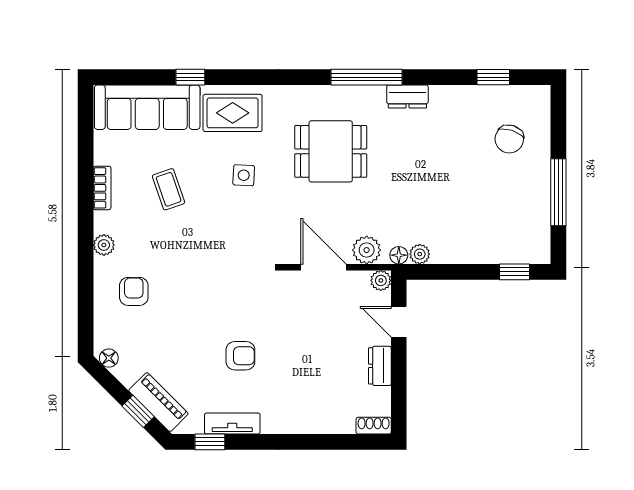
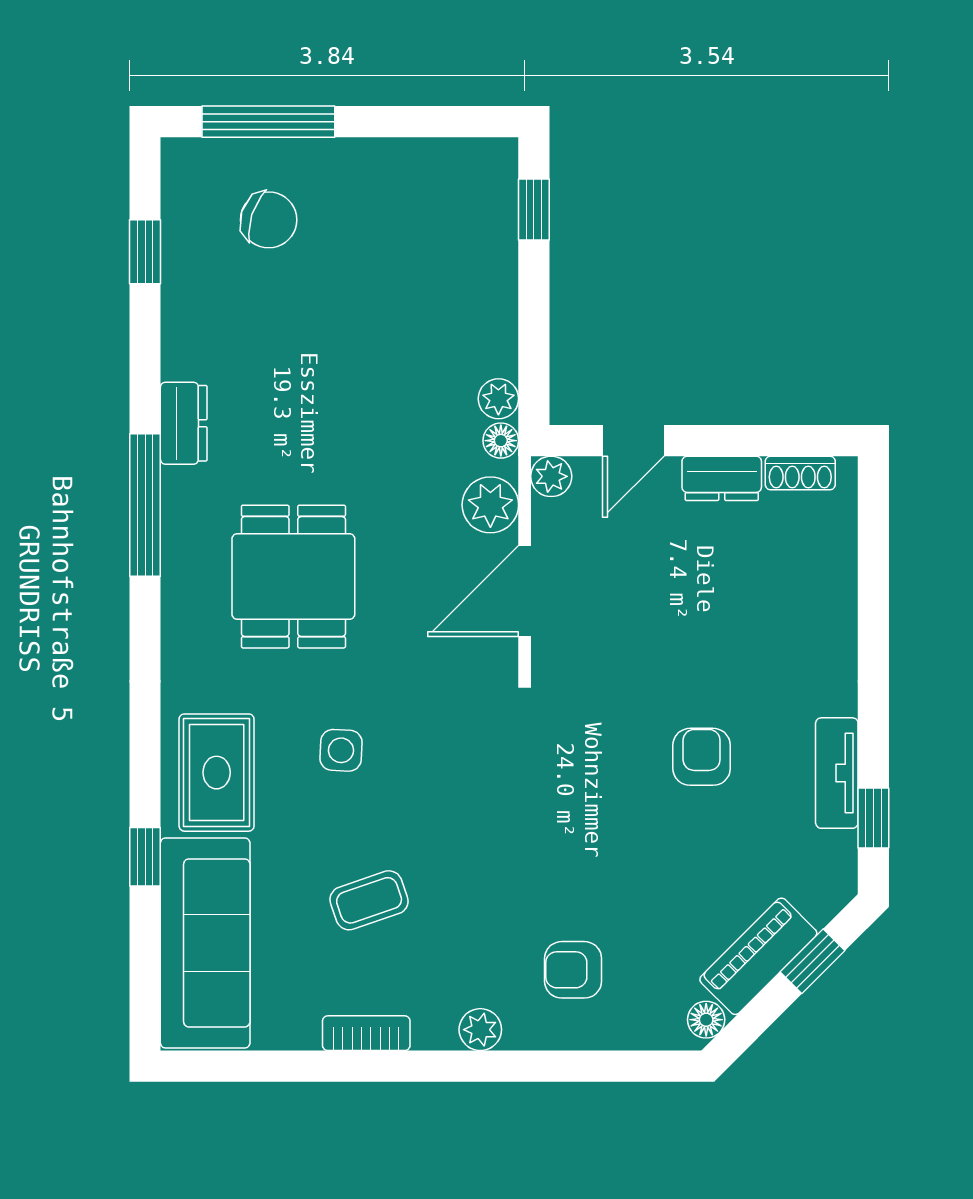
window: (558, 192) -> (268, 122), moved
piano: (158, 402) -> (758, 956), moved
shoe rack: (374, 426) -> (800, 473), moved, turned -90

